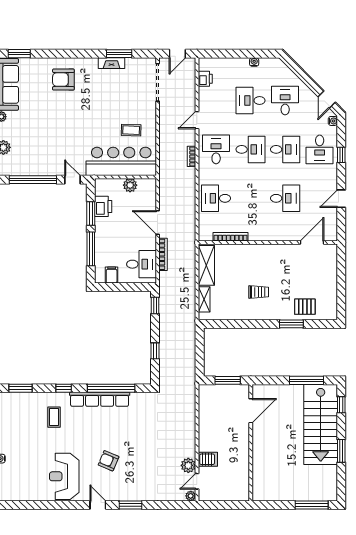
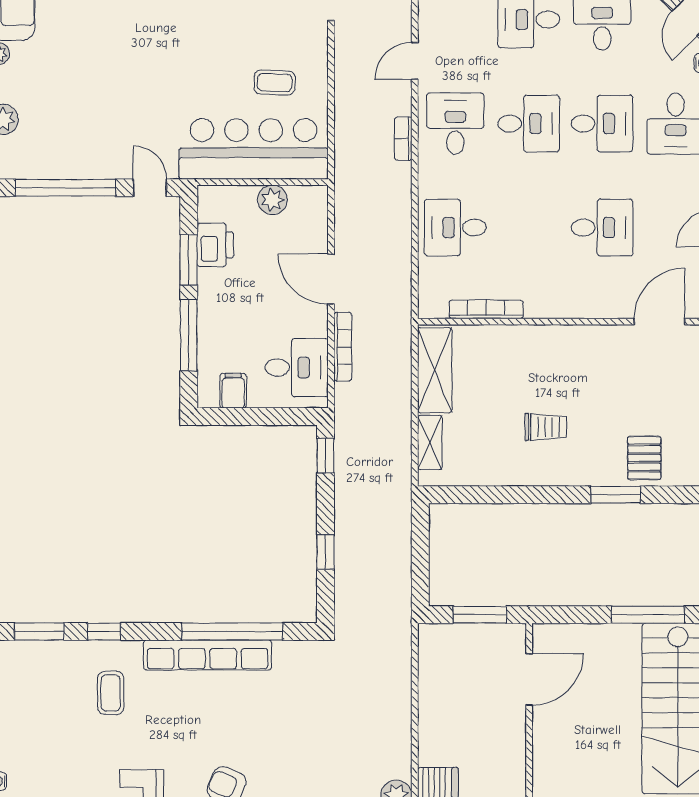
pallet: (305, 307) -> (644, 458), turned 90
window: (64, 388) -> (104, 631), moved

